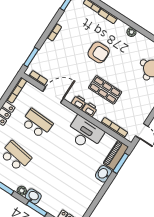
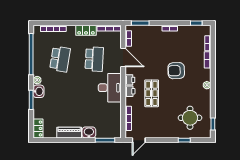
armchair: (99, 52) -> (176, 71), turned 88
desk: (85, 133) -> (110, 88), moved
piano: (116, 155) -> (69, 133), moved

